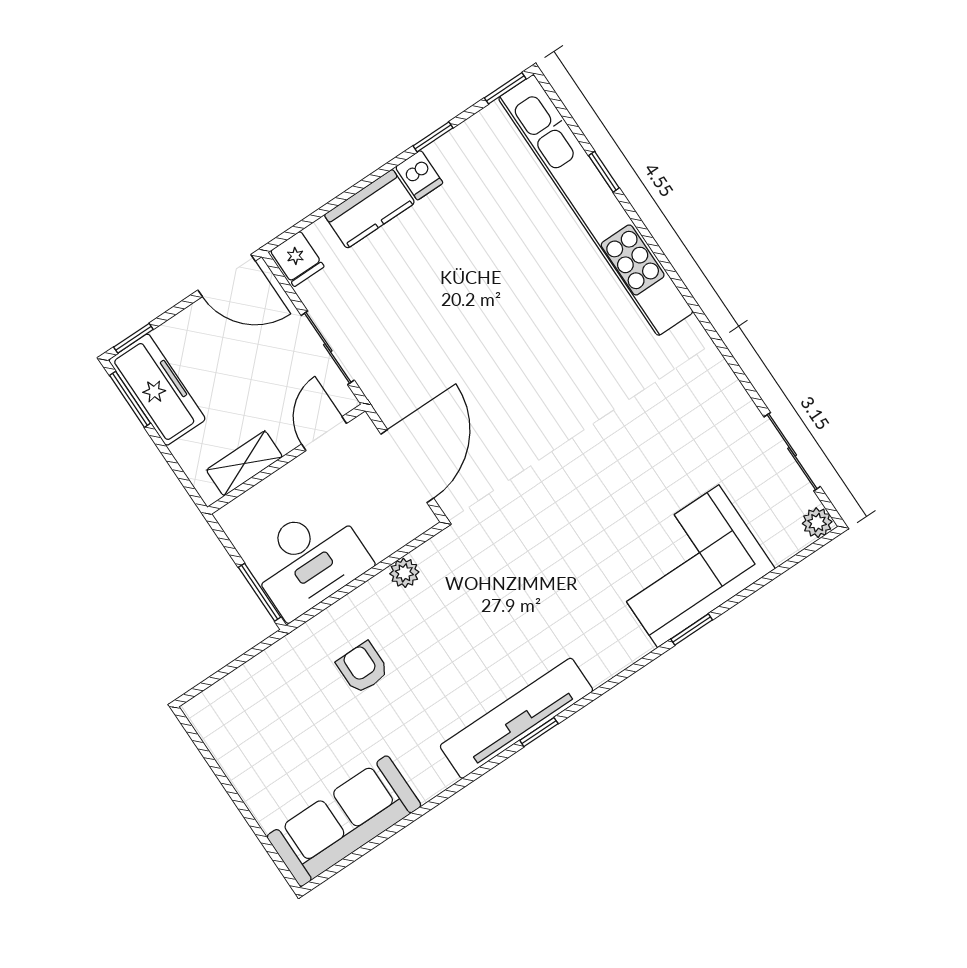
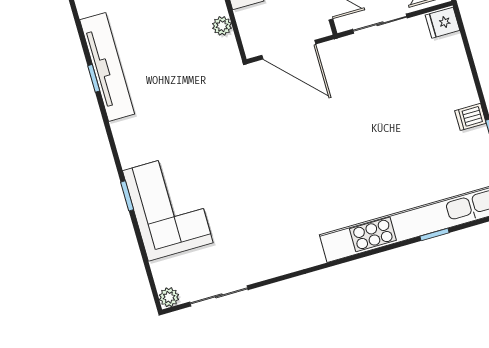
kitchen counter: (370, 209) -> (459, 79), removed

